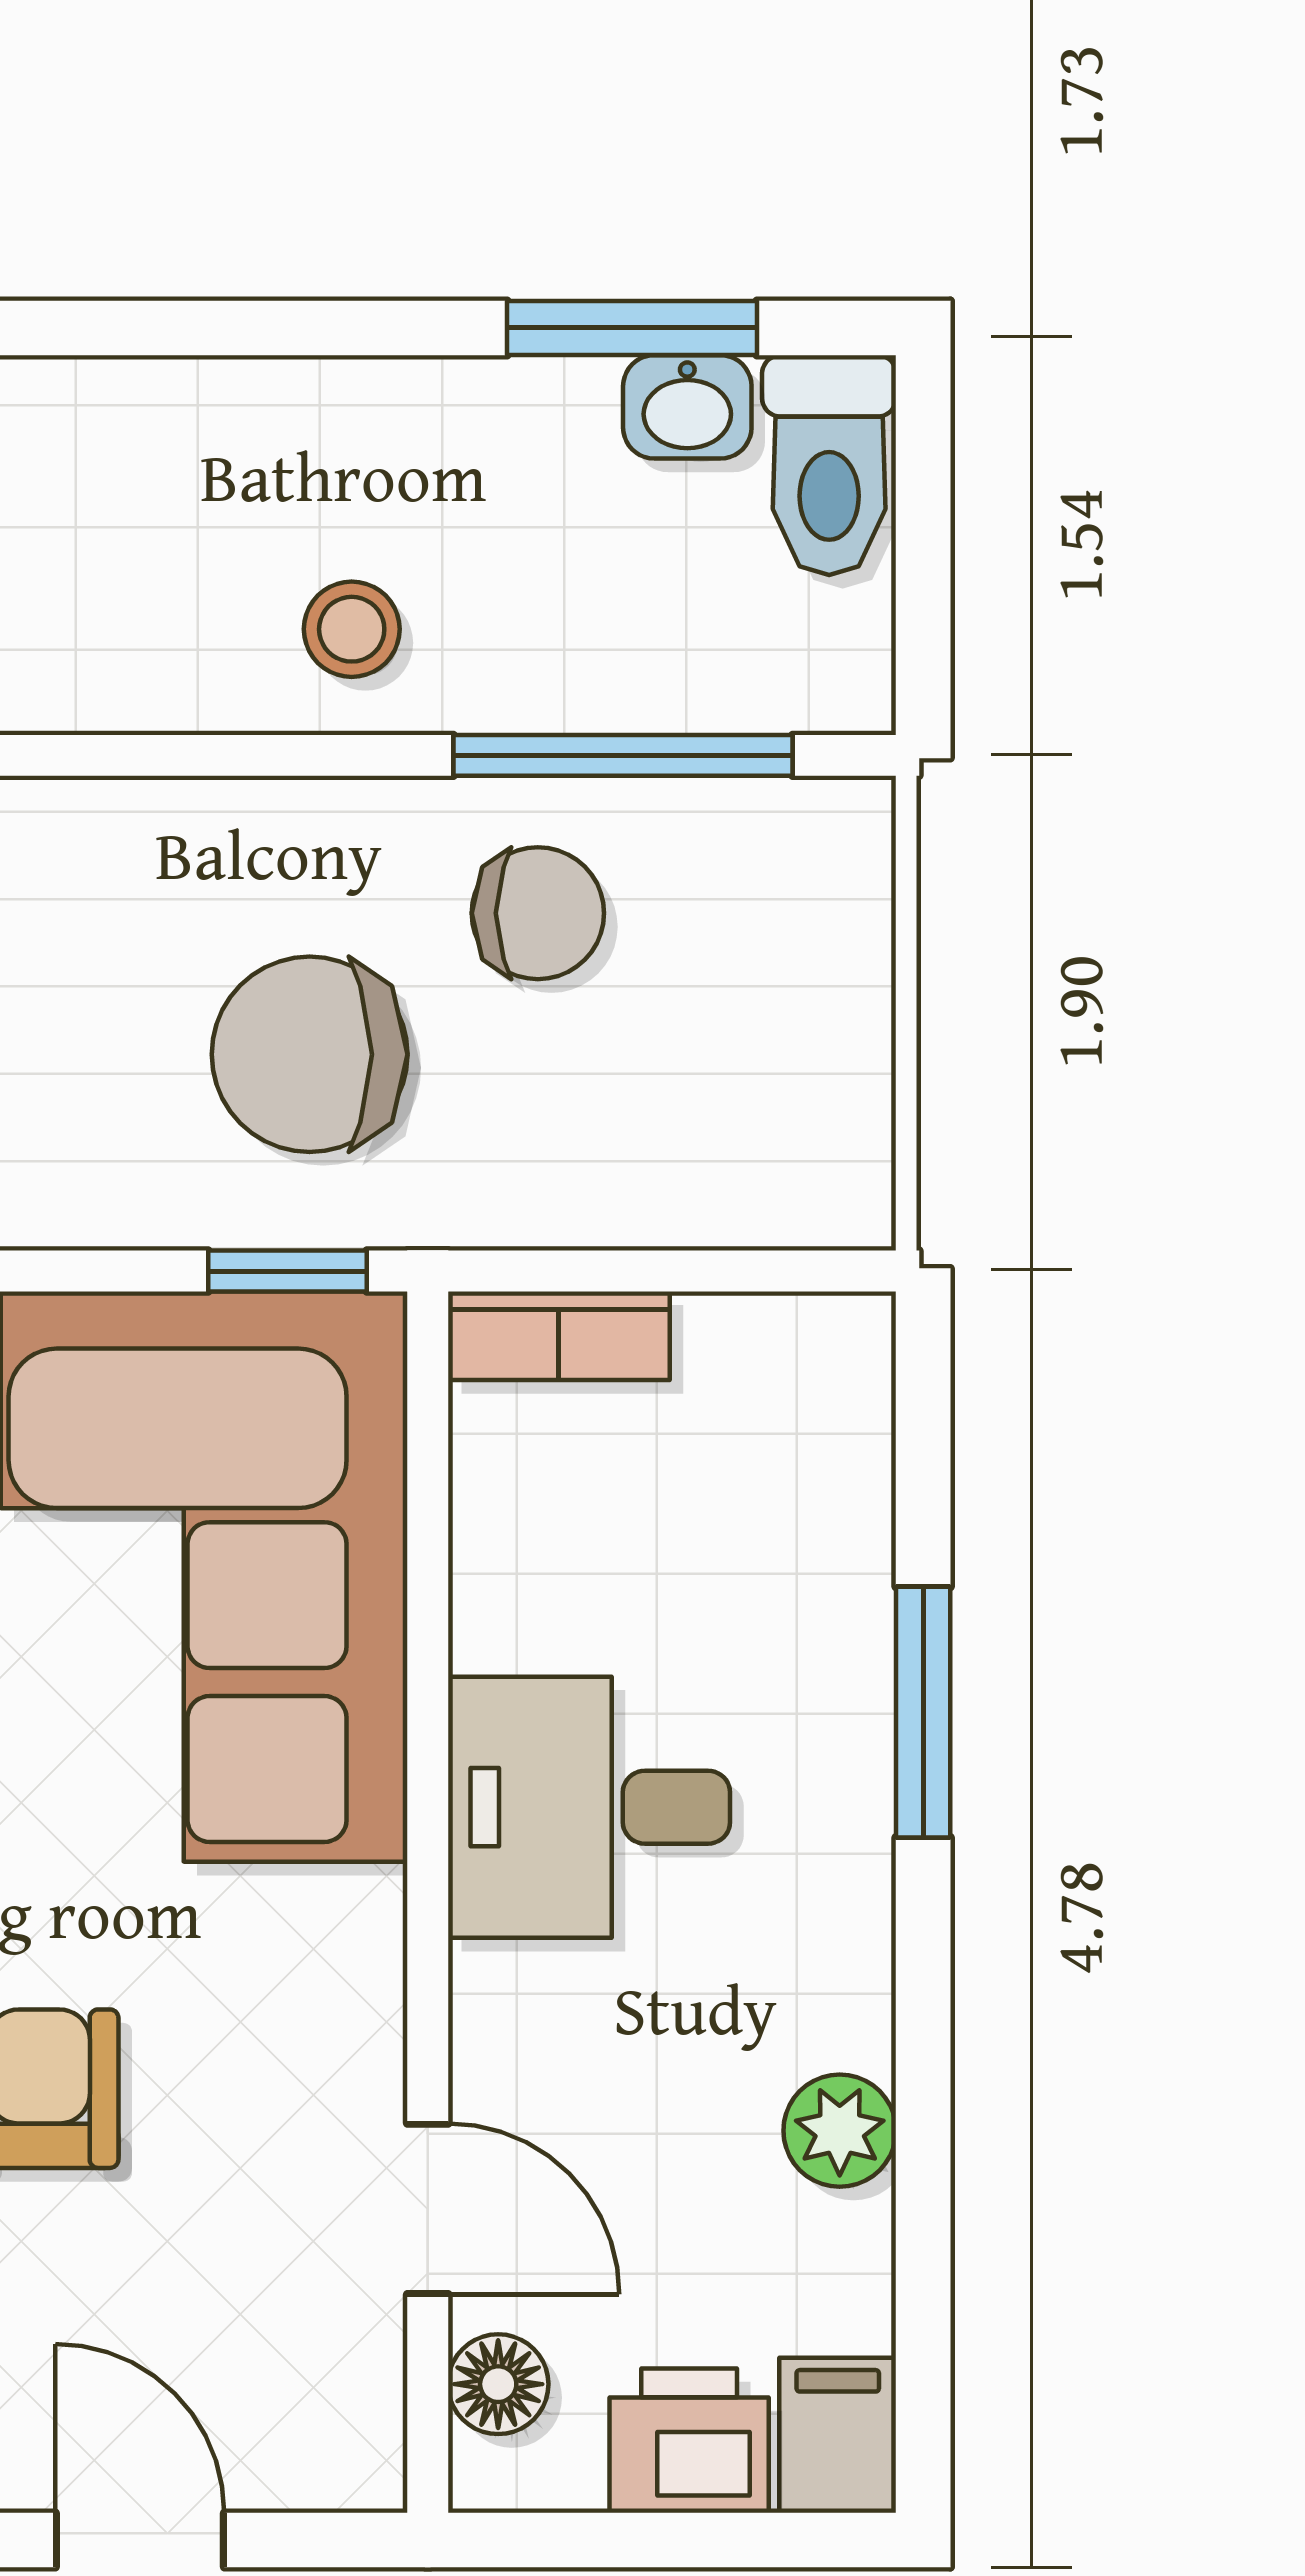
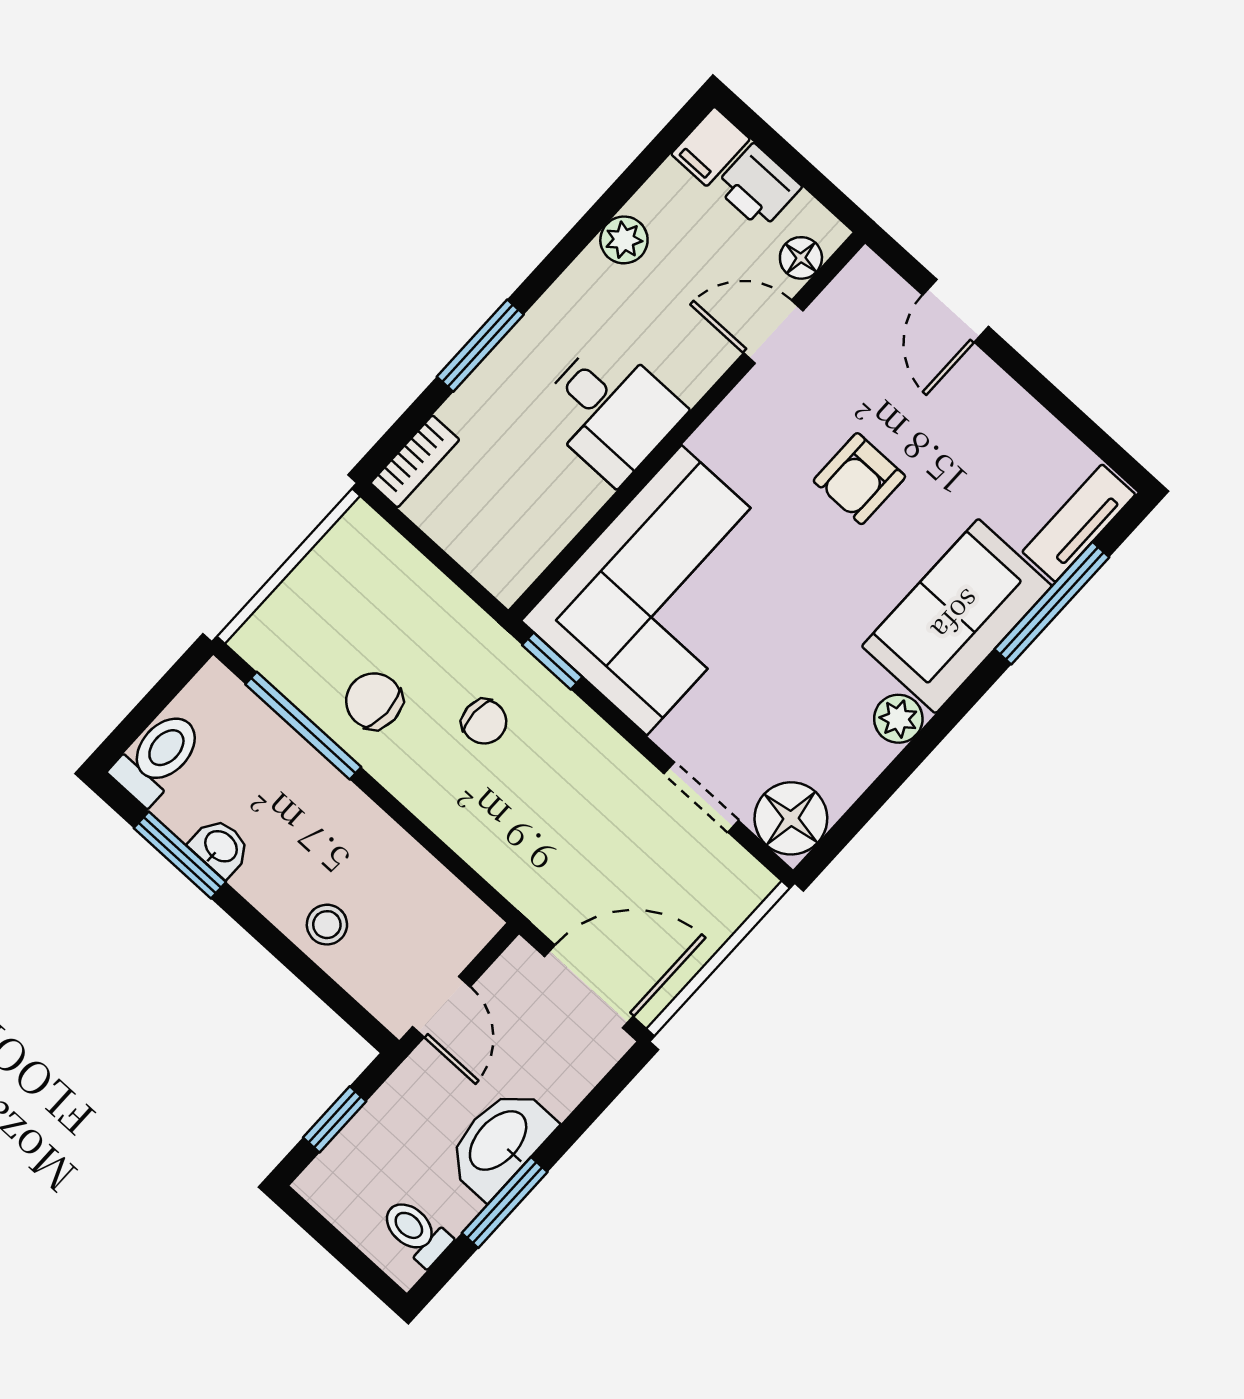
washbasin: (687, 407) -> (220, 847), moved
stool: (352, 629) -> (327, 925), moved
chair: (310, 1054) -> (484, 722), width x0.54, depth x0.54
bookcase: (559, 1336) -> (415, 461), moved, turned 90
door: (428, 2209) -> (773, 332), hinge flipped

